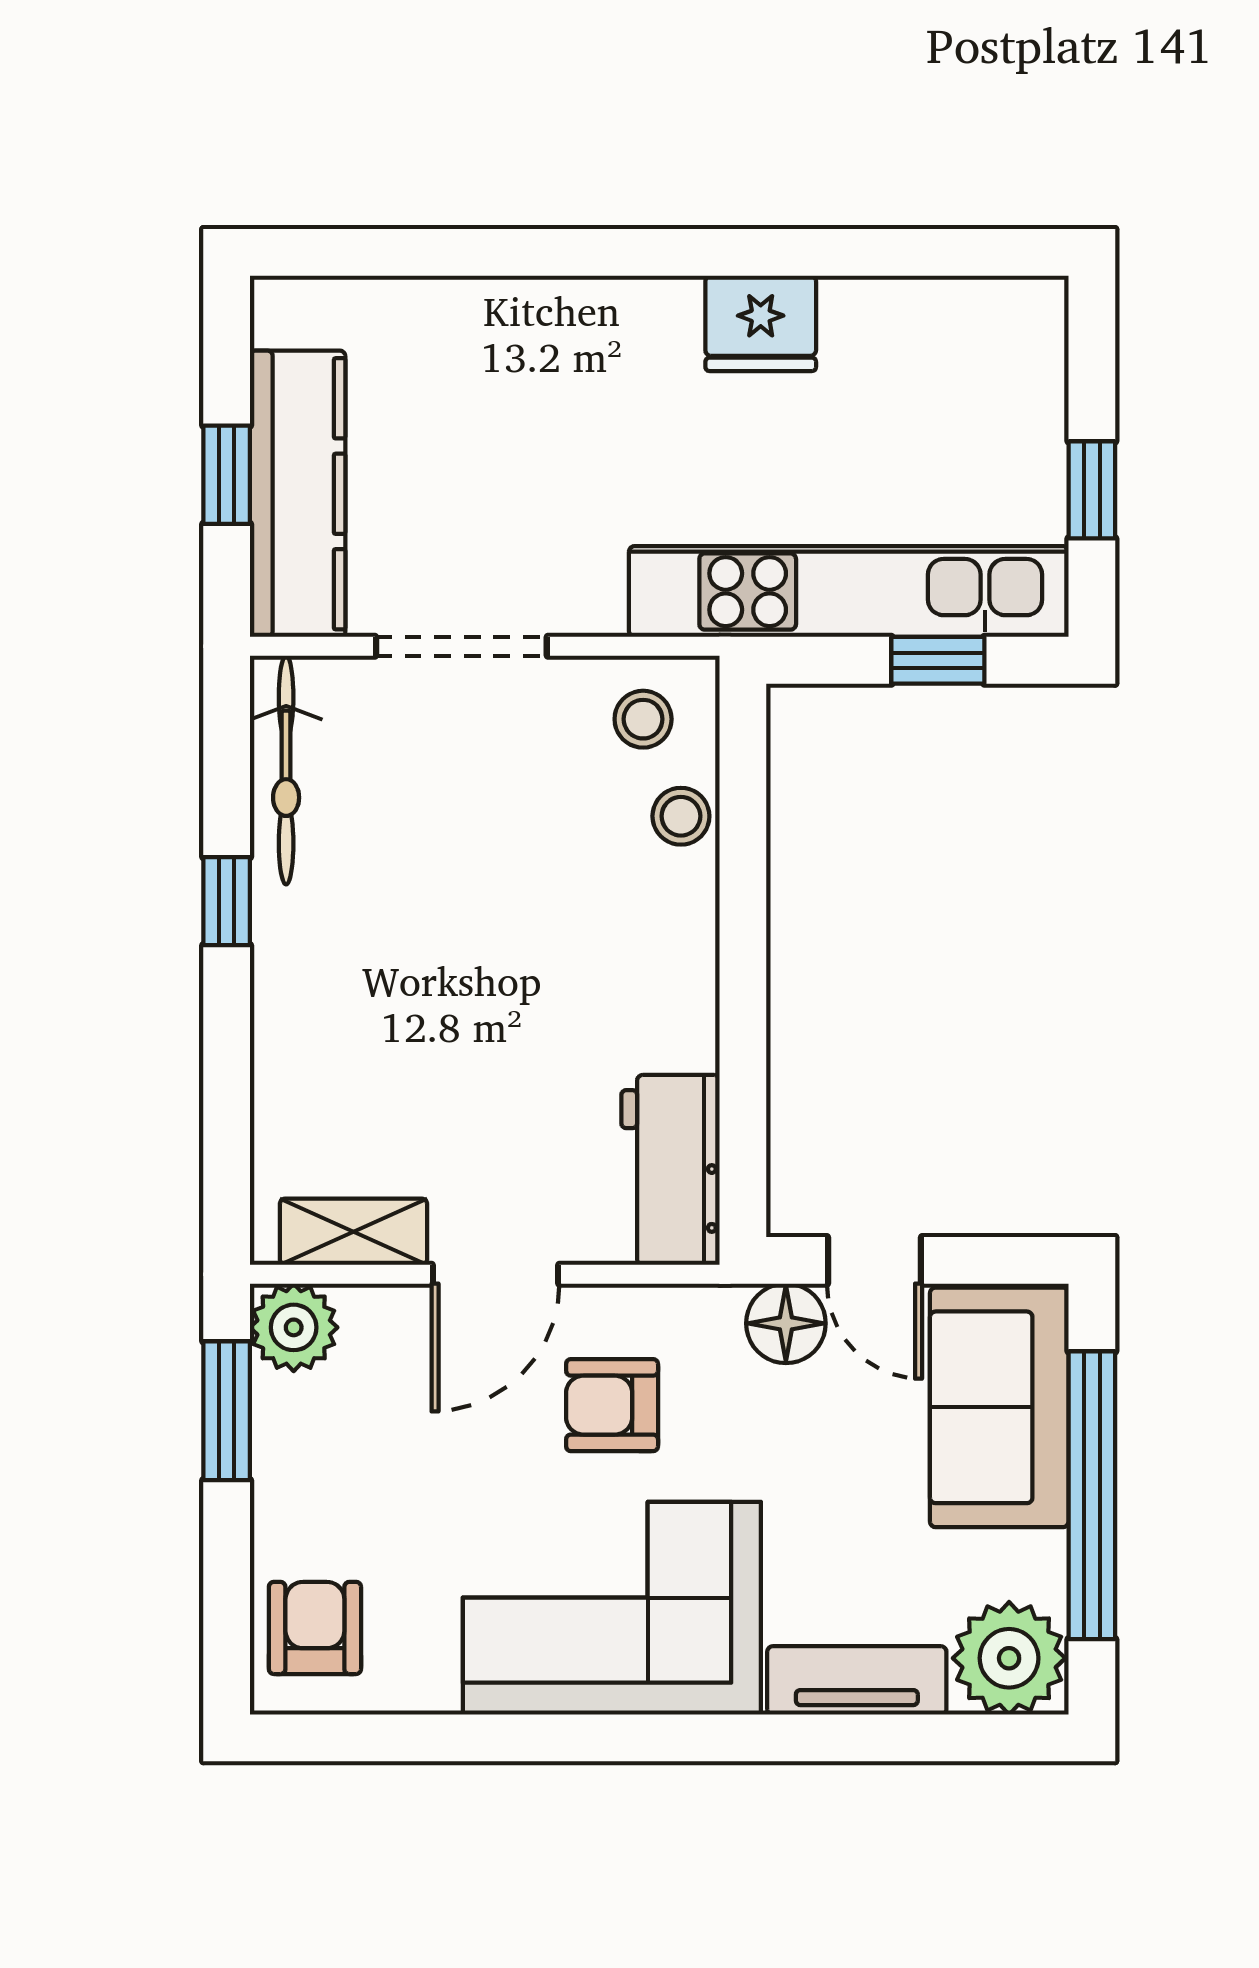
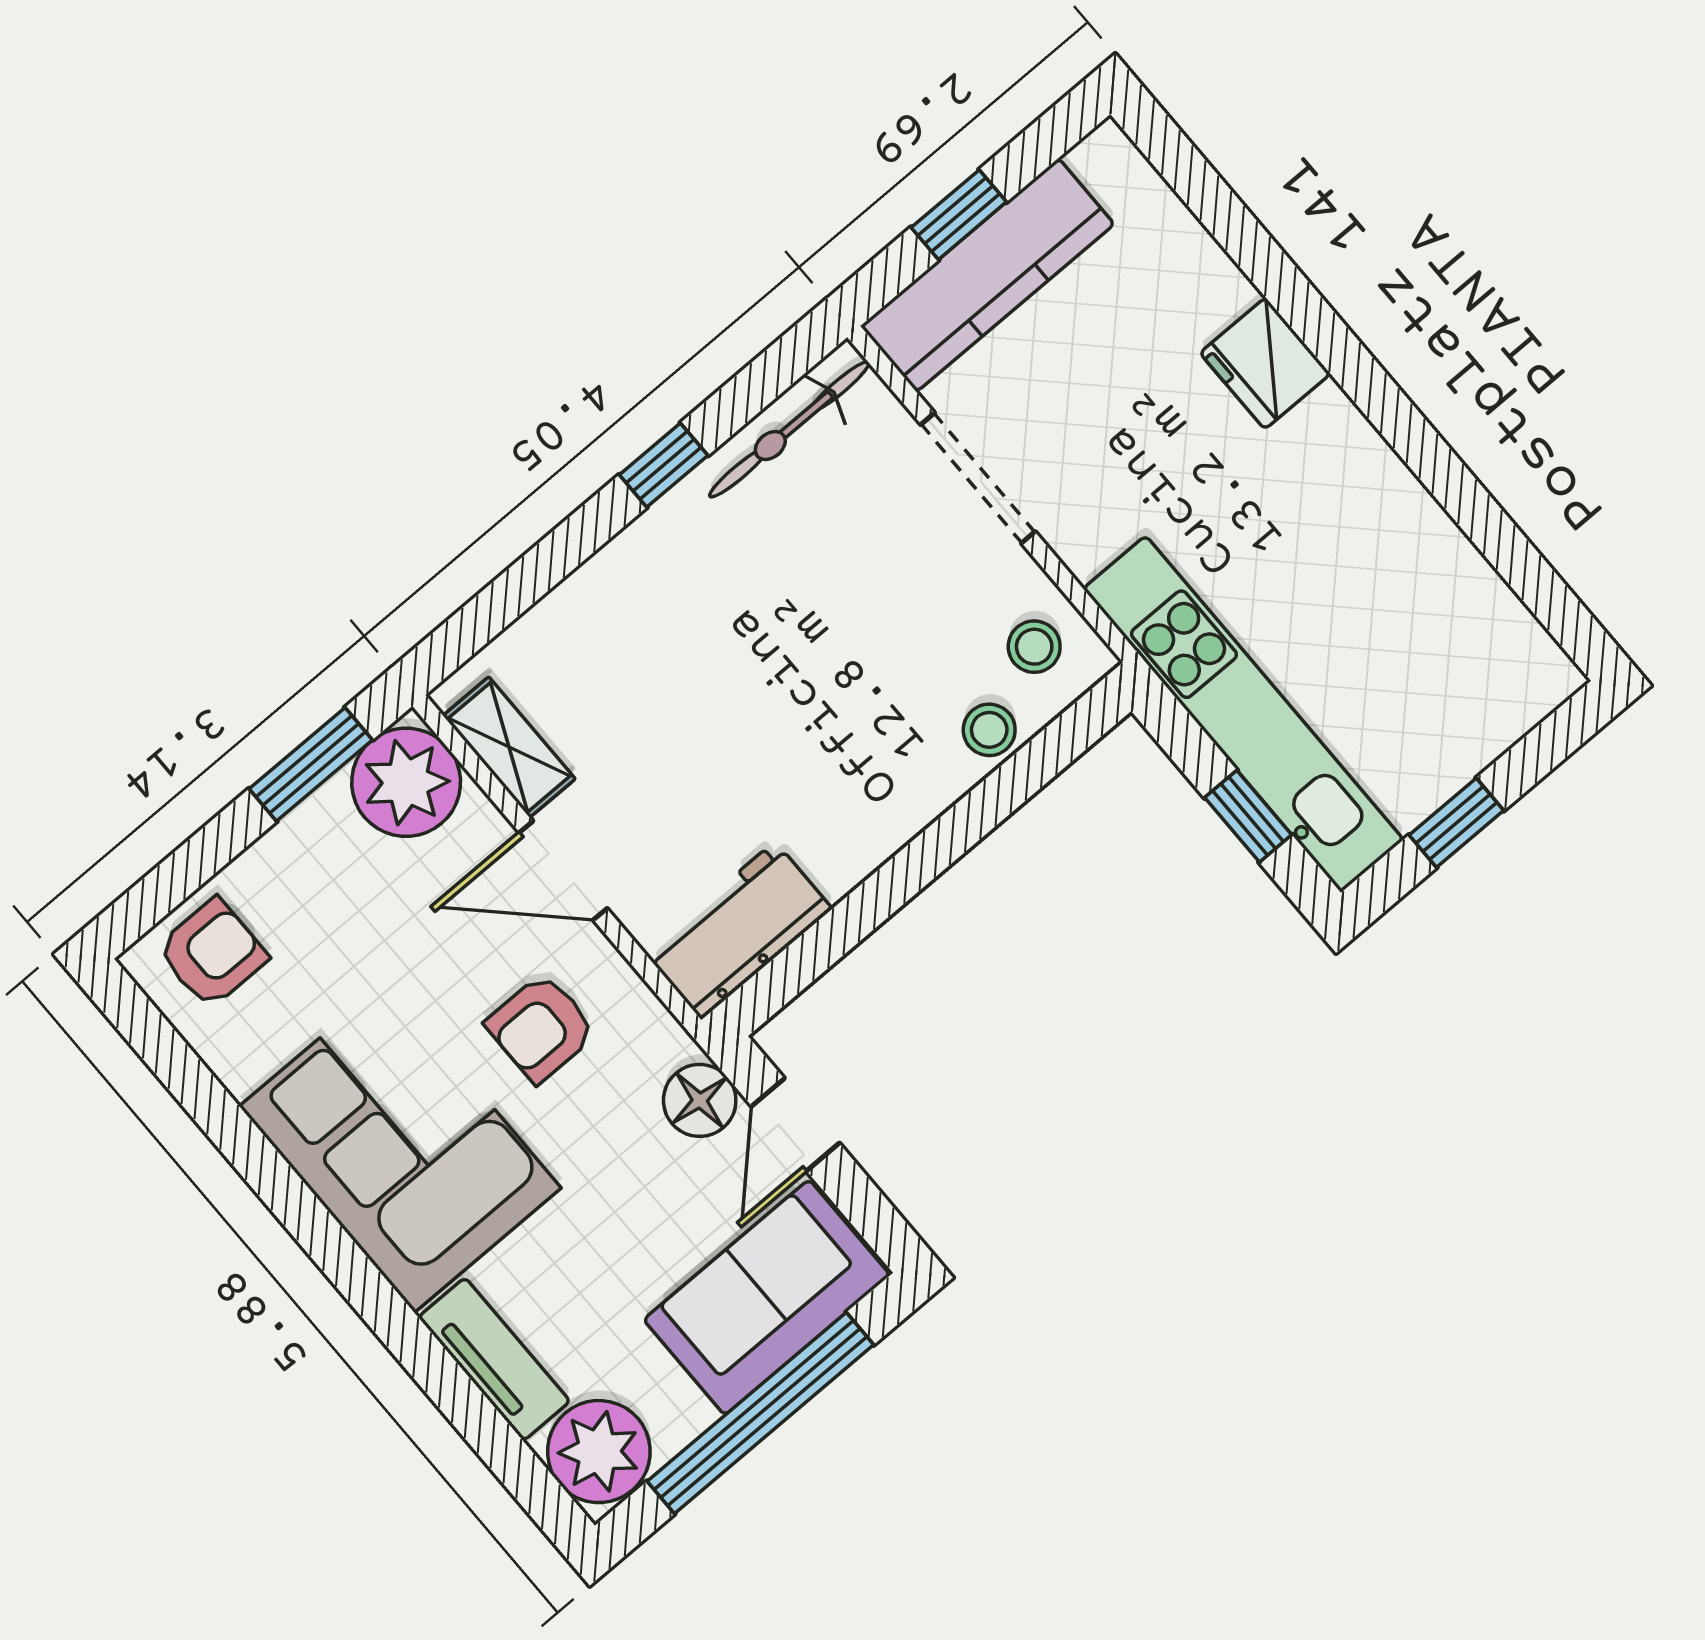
fridge: (761, 323) -> (1265, 363), moved
plant: (294, 1327) -> (406, 782), width x1.36, depth x1.36
armchair: (612, 1405) -> (541, 1028), turned -90

